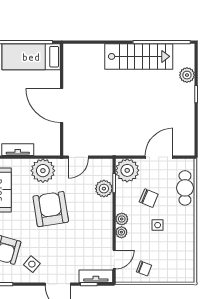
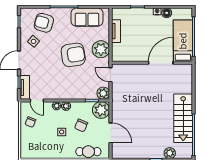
door: (62, 105) -> (161, 63), moved
plant: (104, 189) -> (103, 93), moved

